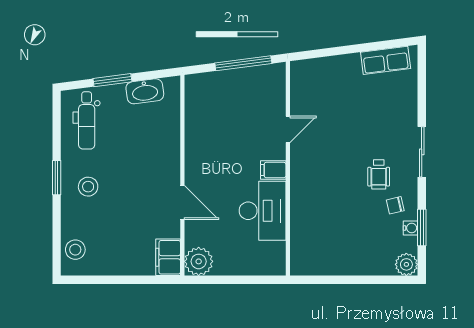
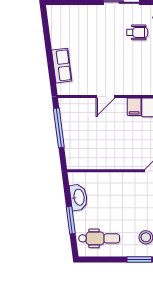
row of seats: (386, 60) -> (62, 66), moved
door: (288, 129) -> (105, 96), swing flipped

